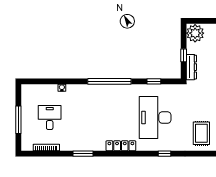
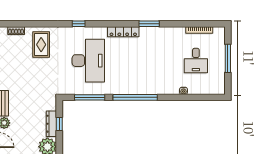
dresser: (191, 67) -> (51, 124), moved
window: (154, 81) -> (90, 97), width x2.17
window: (83, 154) -> (149, 24), moved

